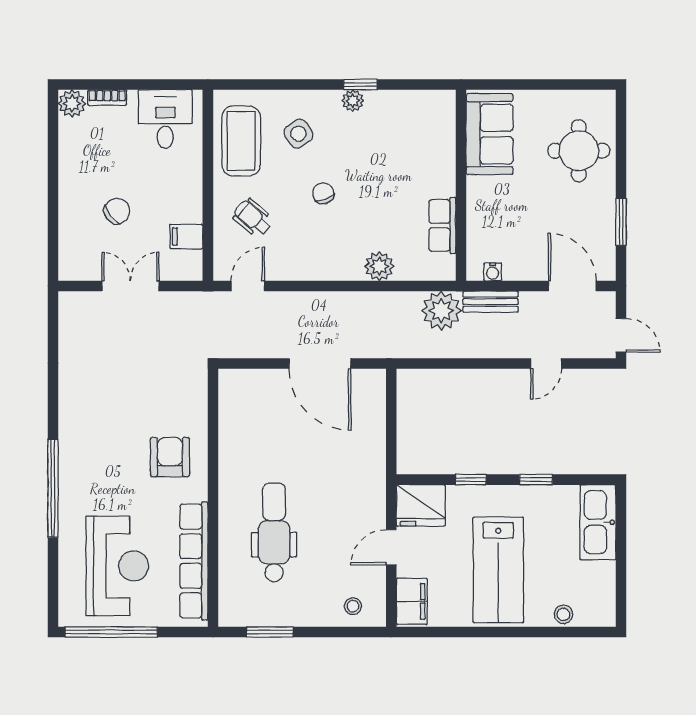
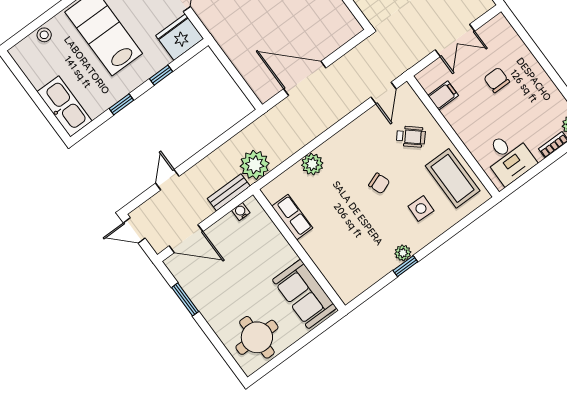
side table: (298, 134) -> (421, 208), turned 36
round table: (579, 151) -> (257, 337), moved
chair: (117, 211) -> (497, 80), turned 127

